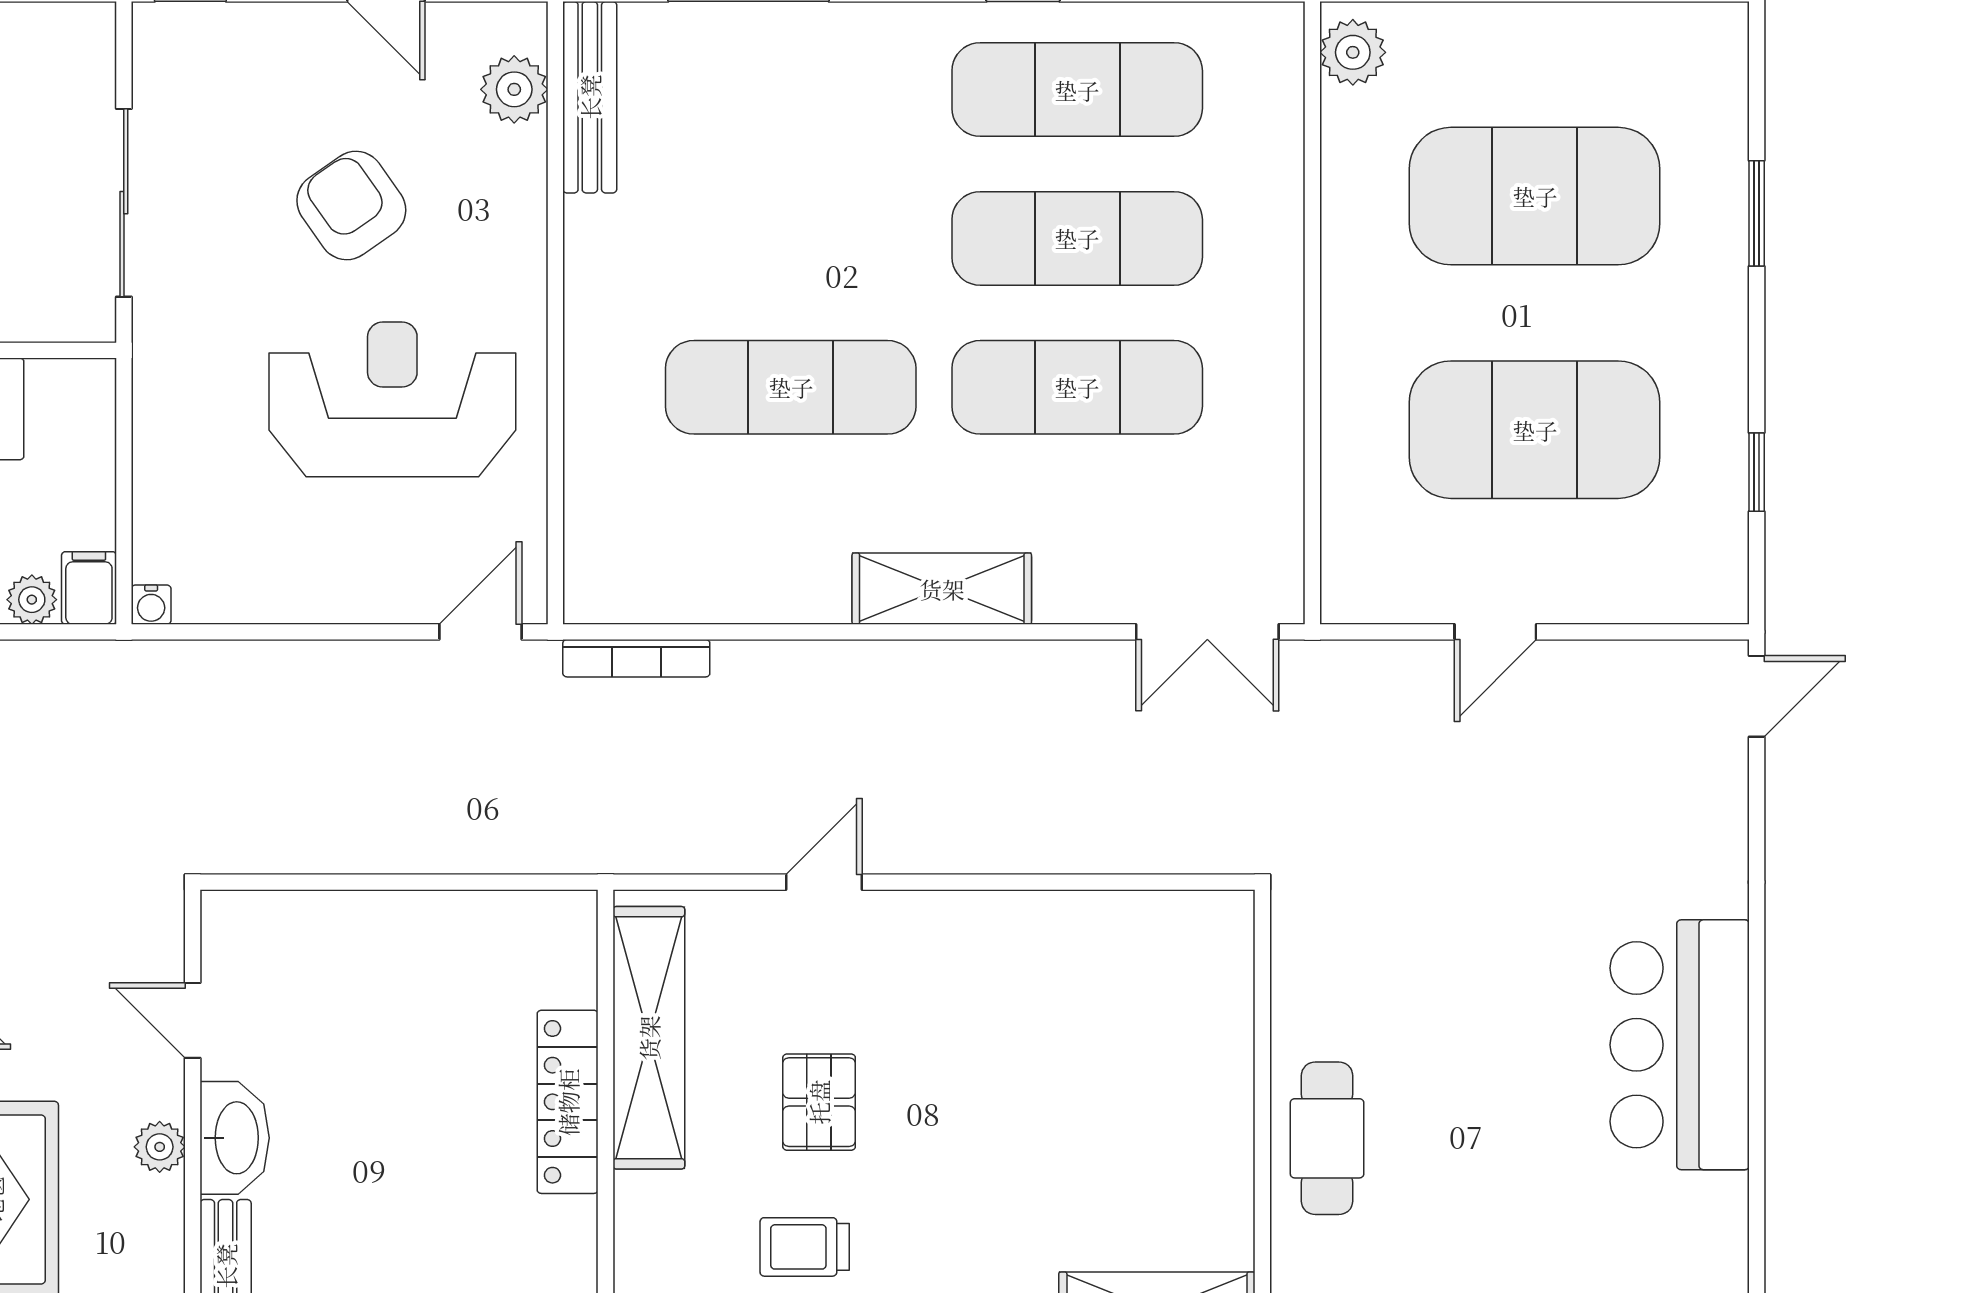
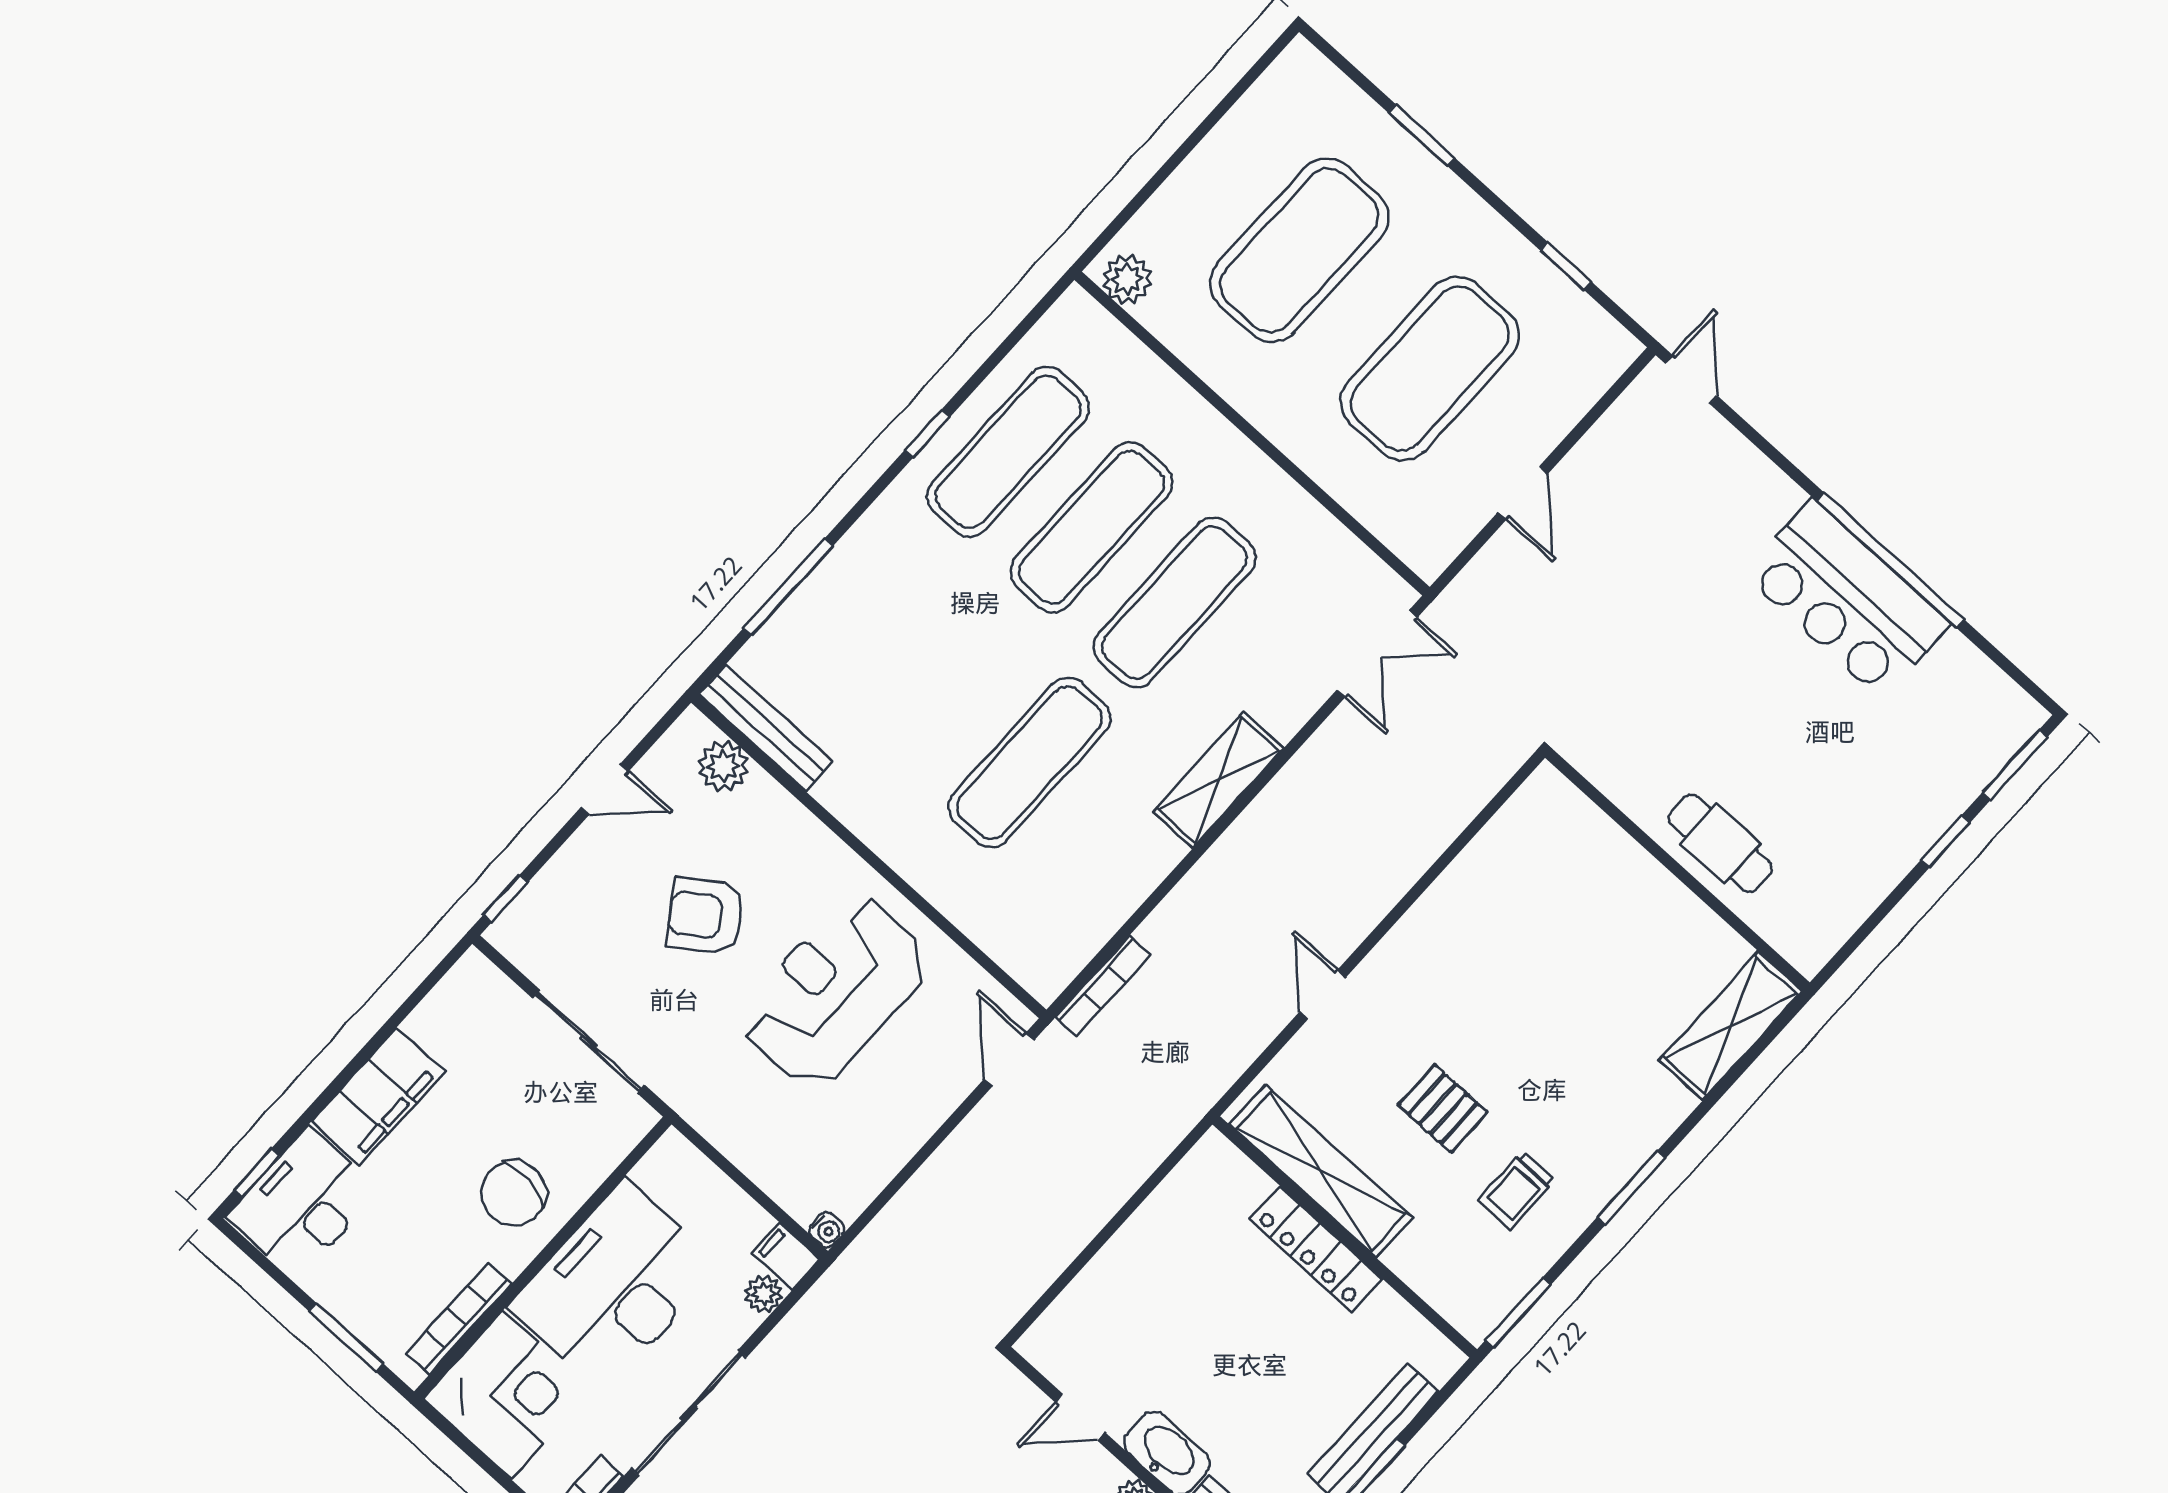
window: (1757, 1053) -> (1890, 560), added

